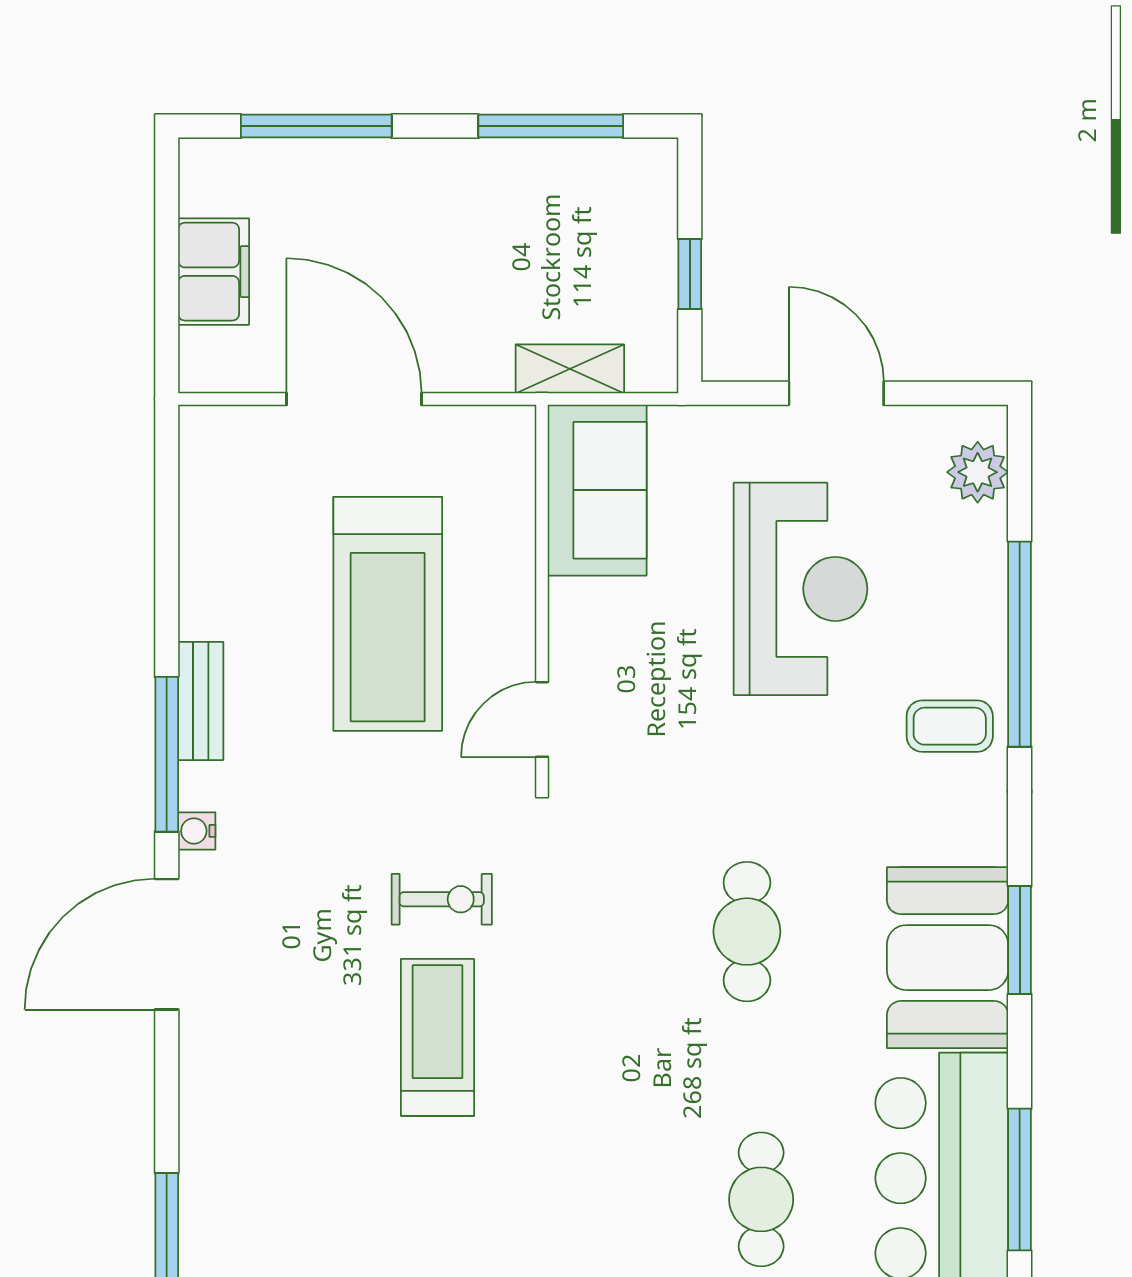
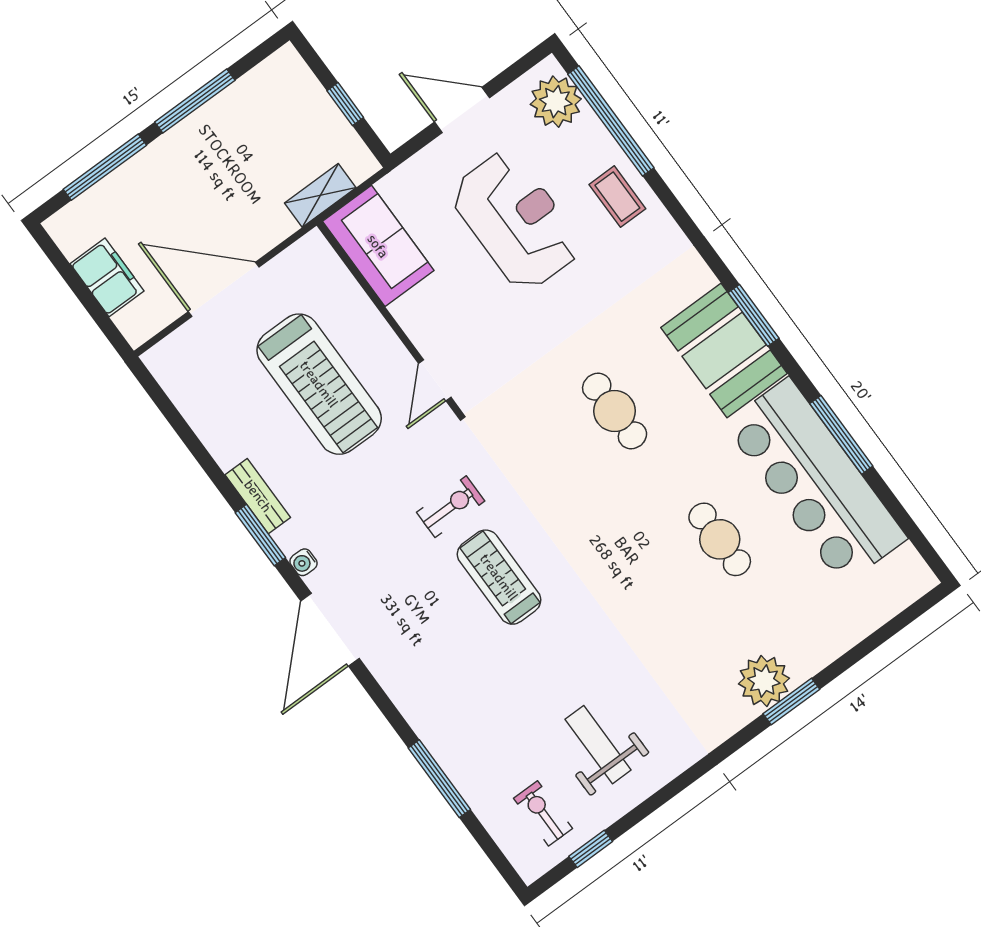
window: (551, 126) -> (195, 101), moved
plant: (978, 472) -> (556, 102), width x1.36, depth x1.36
window: (1020, 644) -> (611, 121), moved
coffee table: (950, 726) -> (617, 197), moved, turned 90
window: (167, 754) -> (260, 535), width x0.69

